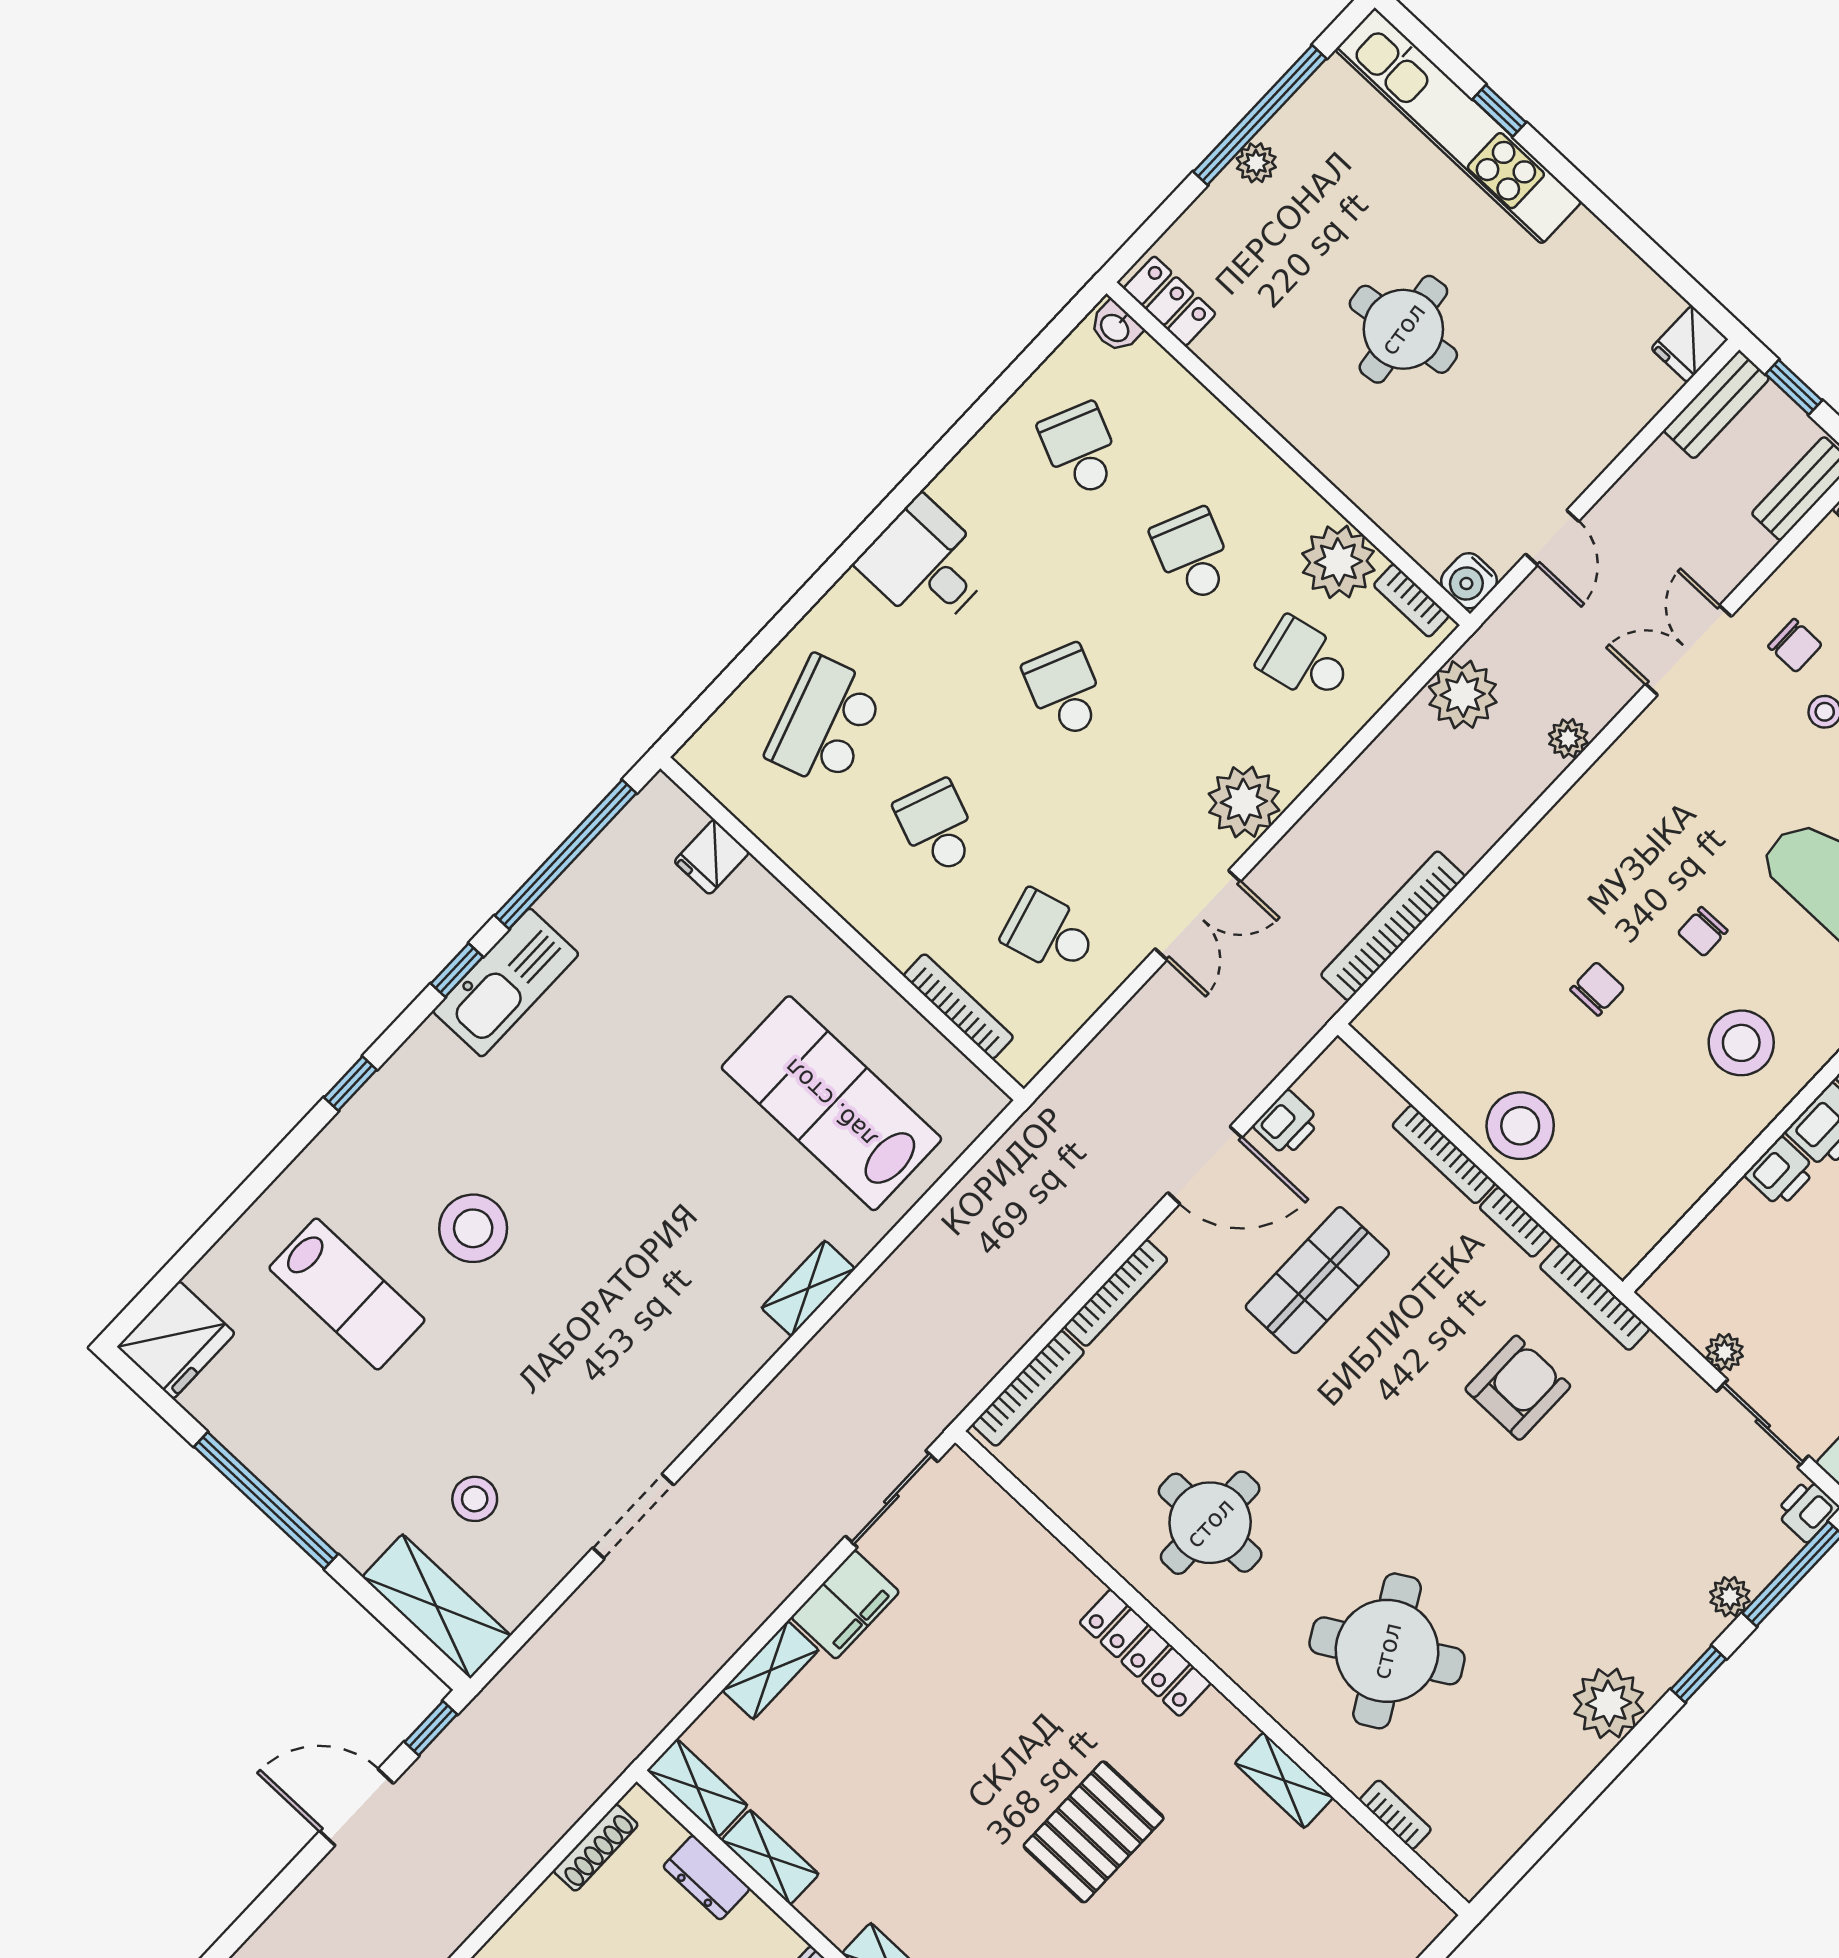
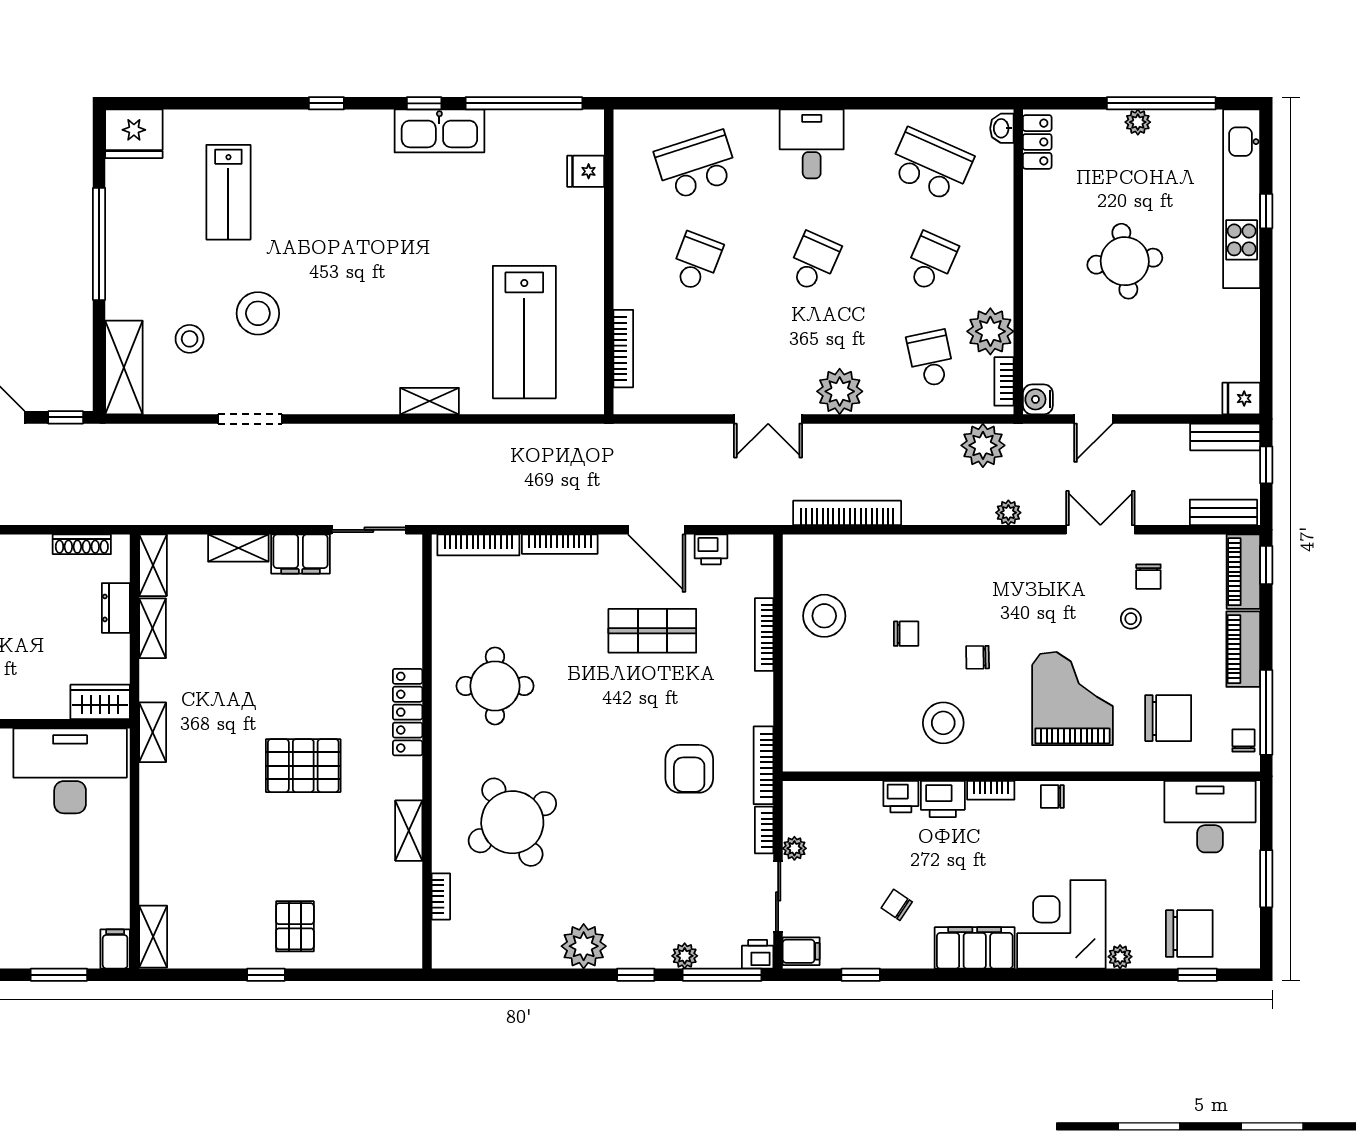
school desk: (1081, 450) -> (931, 165), width x1.85
school desk: (1050, 933) -> (696, 359), removed
lab bench: (831, 1103) -> (524, 332), turned 180
stool: (1520, 1126) -> (824, 616), moved
bookcase: (1516, 1222) -> (764, 830), moved
stool: (473, 1228) -> (258, 313), moved
armchair: (1518, 1388) -> (689, 769), turned 90

